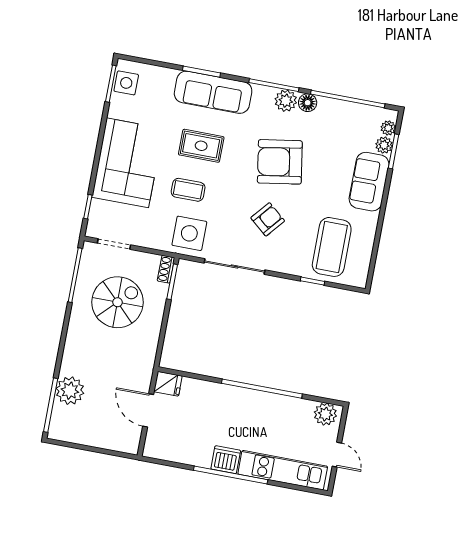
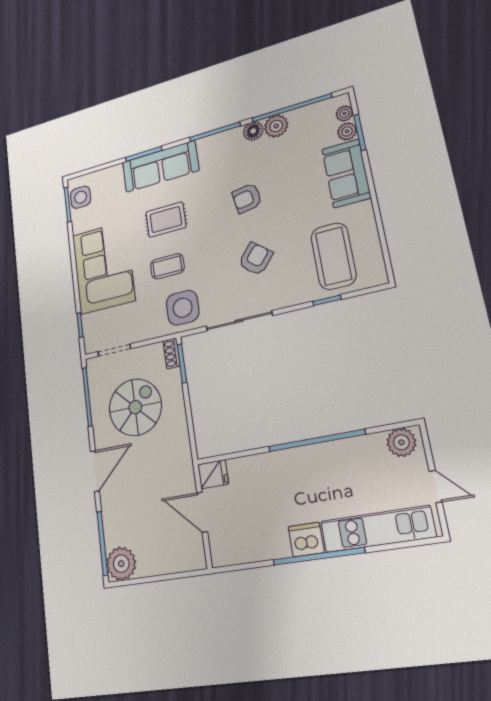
plant: (286, 101) -> (276, 126), moved
armchair: (280, 162) -> (247, 198), width x0.53, depth x0.53
door: (62, 343) -> (95, 471), added
plant: (70, 391) -> (121, 564), moved

